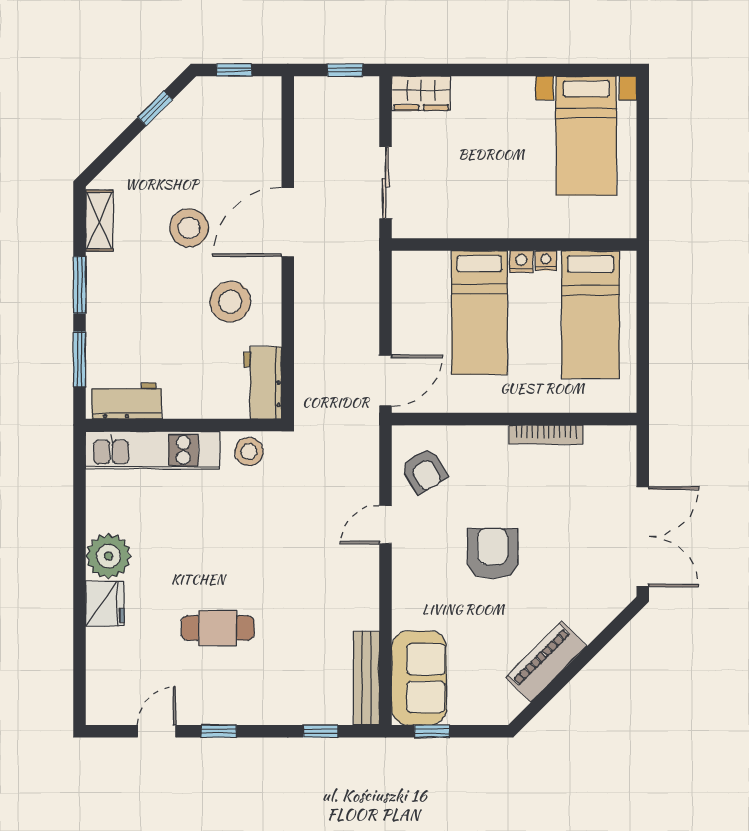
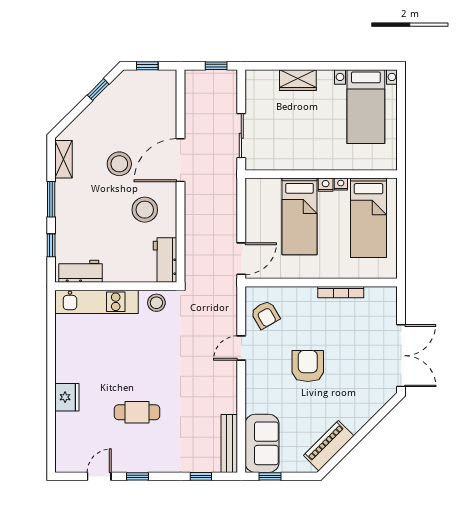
wardrobe: (421, 93) -> (298, 80), moved
window: (80, 359) -> (51, 245), width x0.67
plant: (108, 556) -> (69, 368), removed
piano: (546, 662) -> (329, 446), moved

